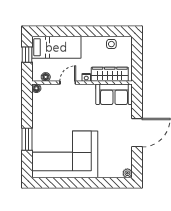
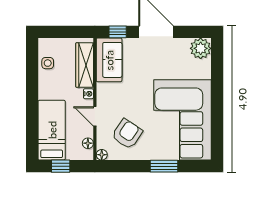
window: (137, 101) -> (118, 32), added
armchair: (53, 109) -> (127, 134), added
plant: (127, 173) -> (201, 48), width x1.87, depth x1.87

